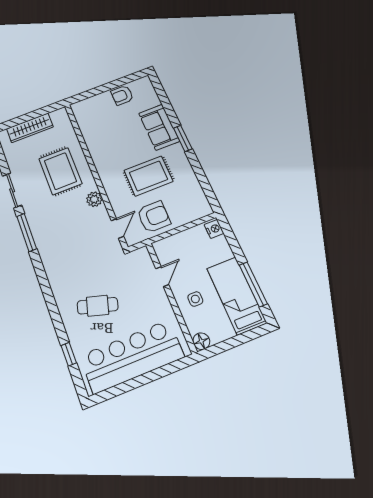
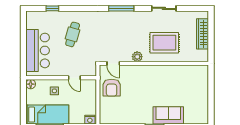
armchair: (122, 95) -> (201, 101), removed
rug: (148, 176) -> (139, 95), removed
window: (27, 232) -> (121, 8), moved
bar counter: (132, 356) -> (38, 50), width x0.73

